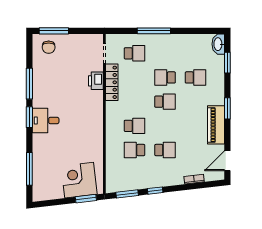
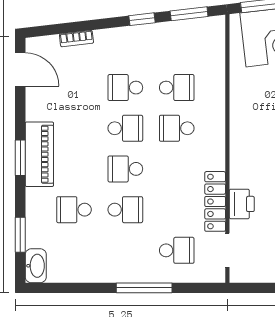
school desk: (135, 53) -> (177, 250), turned 180
piano: (216, 125) -> (39, 154), moved
school desk: (165, 126) -> (125, 128), added
door: (227, 161) -> (20, 69), hinge flipped

